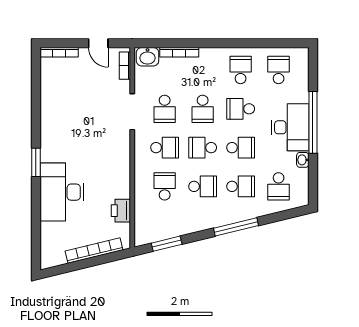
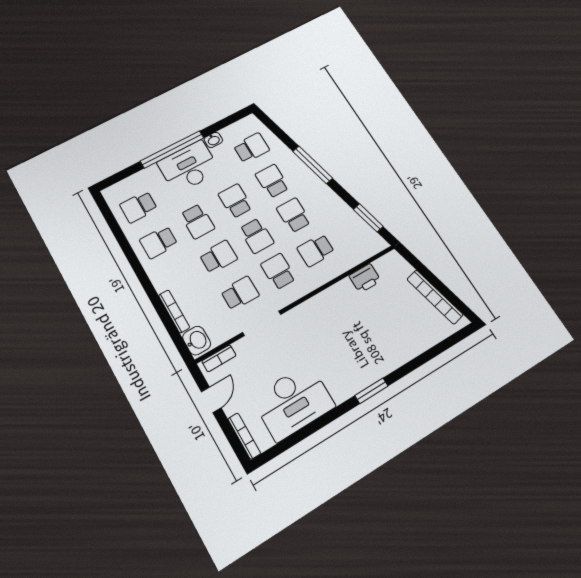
desk: (62, 192) -> (293, 402), moved
bookcase: (94, 251) -> (435, 297), moved

